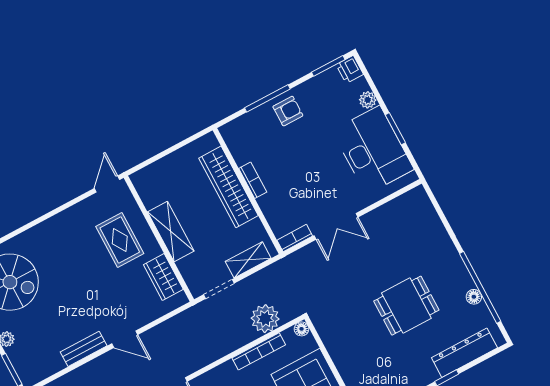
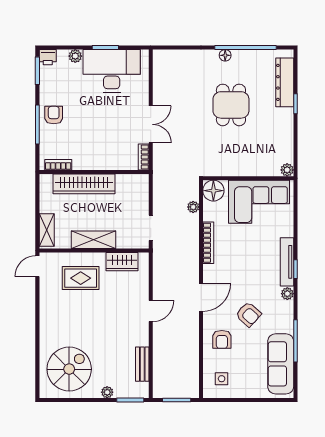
bookcase: (253, 180) -> (58, 165), moved
door: (107, 184) -> (37, 266), hinge flipped
shelving: (248, 260) -> (47, 230), moved
floor lamp: (474, 297) -> (225, 55), moved
plant: (265, 319) -> (193, 207), width x0.53, depth x0.53
floor lamp: (302, 329) -> (213, 191), width x1.89, depth x1.89
bench: (84, 349) -> (142, 364), moved
bookcase: (259, 351) -> (208, 243), moved

